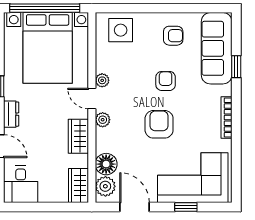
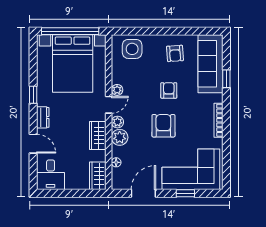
armchair: (173, 36) -> (175, 53), turned 86
door: (92, 98) -> (109, 105), swing flipped
floor lamp: (106, 164) -> (116, 162), width x0.53, depth x0.53
plant: (105, 186) -> (120, 137), moved
door: (134, 207) -> (143, 193), hinge flipped

